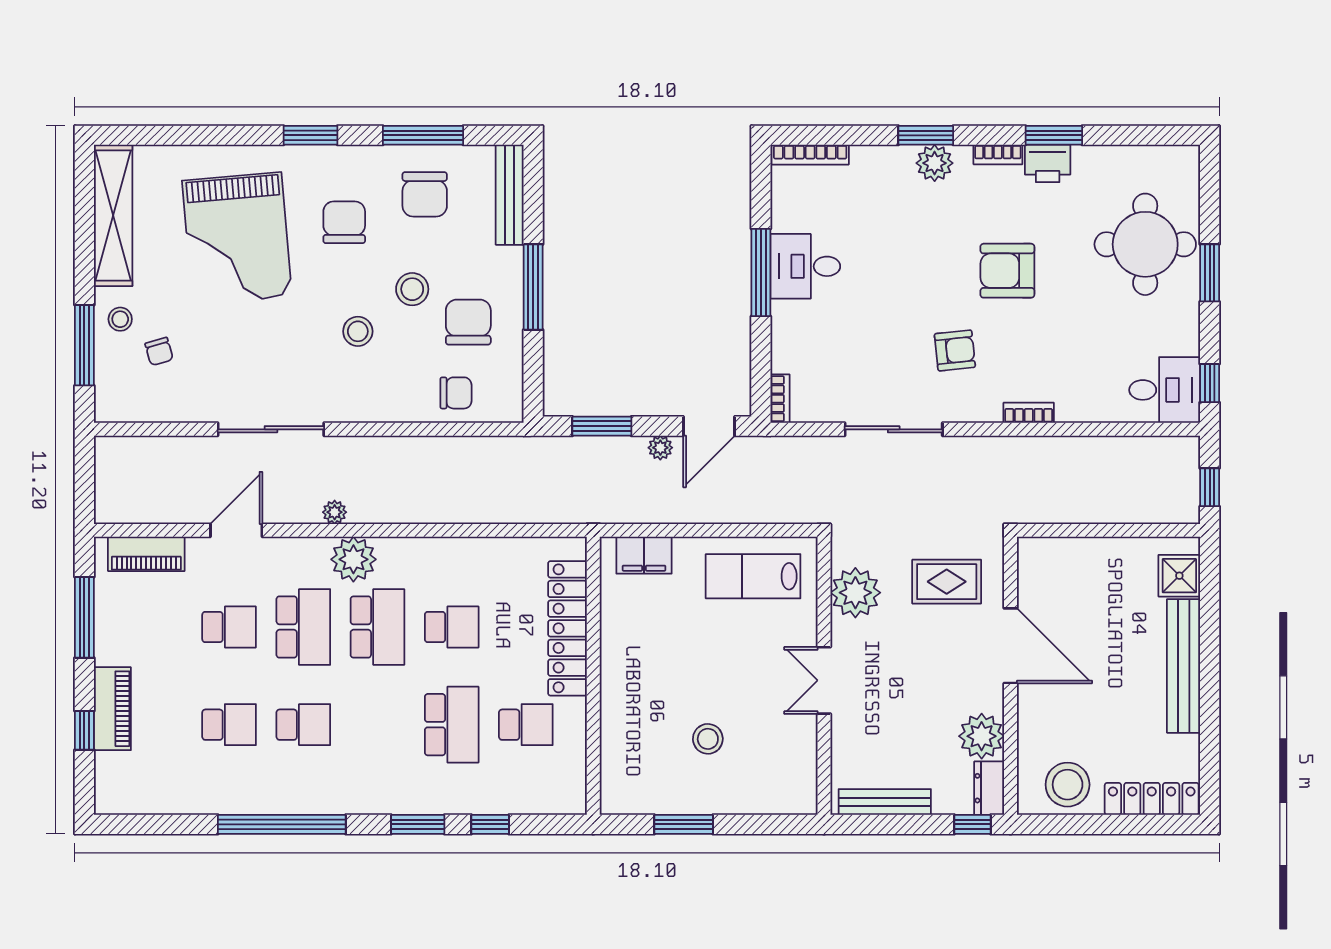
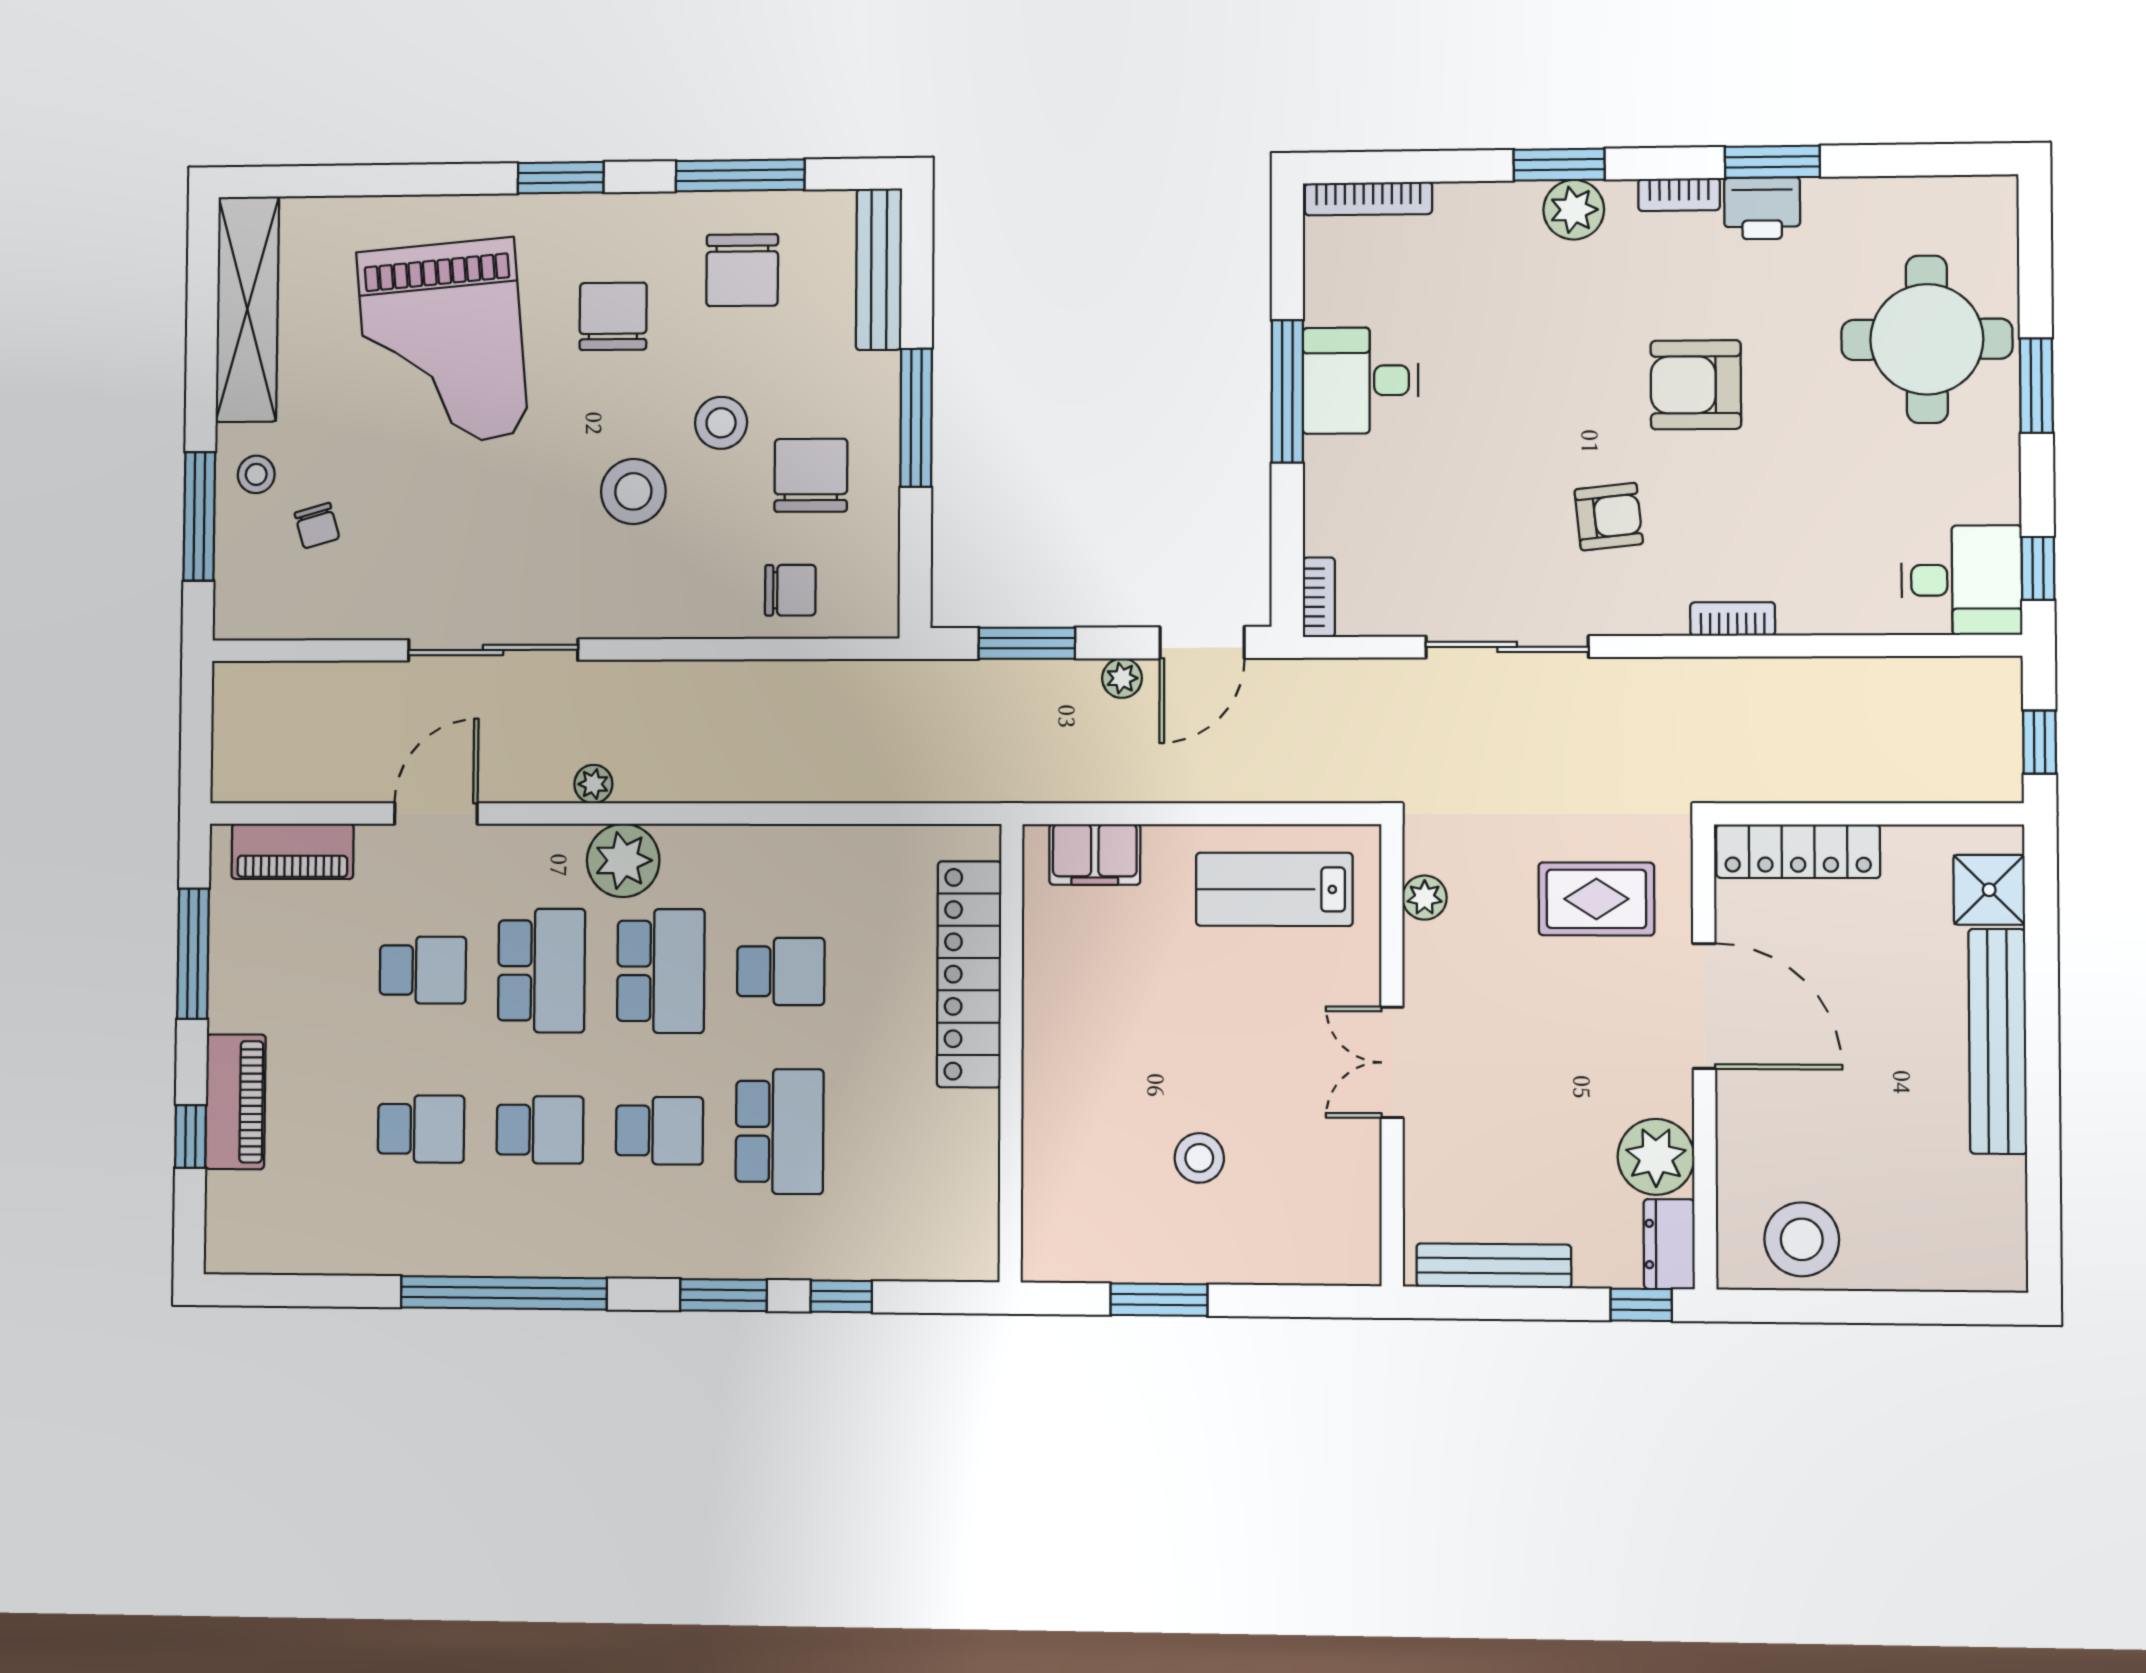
stool: (358, 331) -> (633, 491), width x1.38, depth x1.38
plant: (855, 593) -> (1425, 898), width x0.53, depth x0.53
school desk: (526, 725) -> (660, 1131), moved
locker: (1152, 799) -> (1798, 851), moved, turned 180

